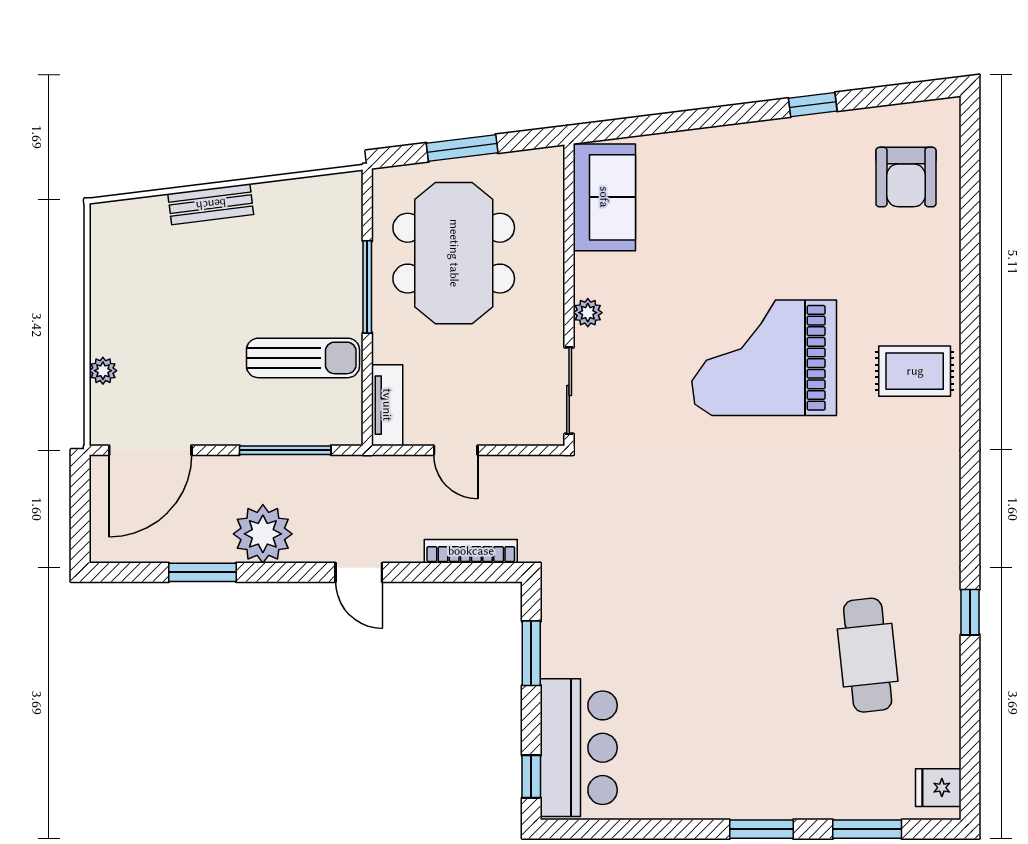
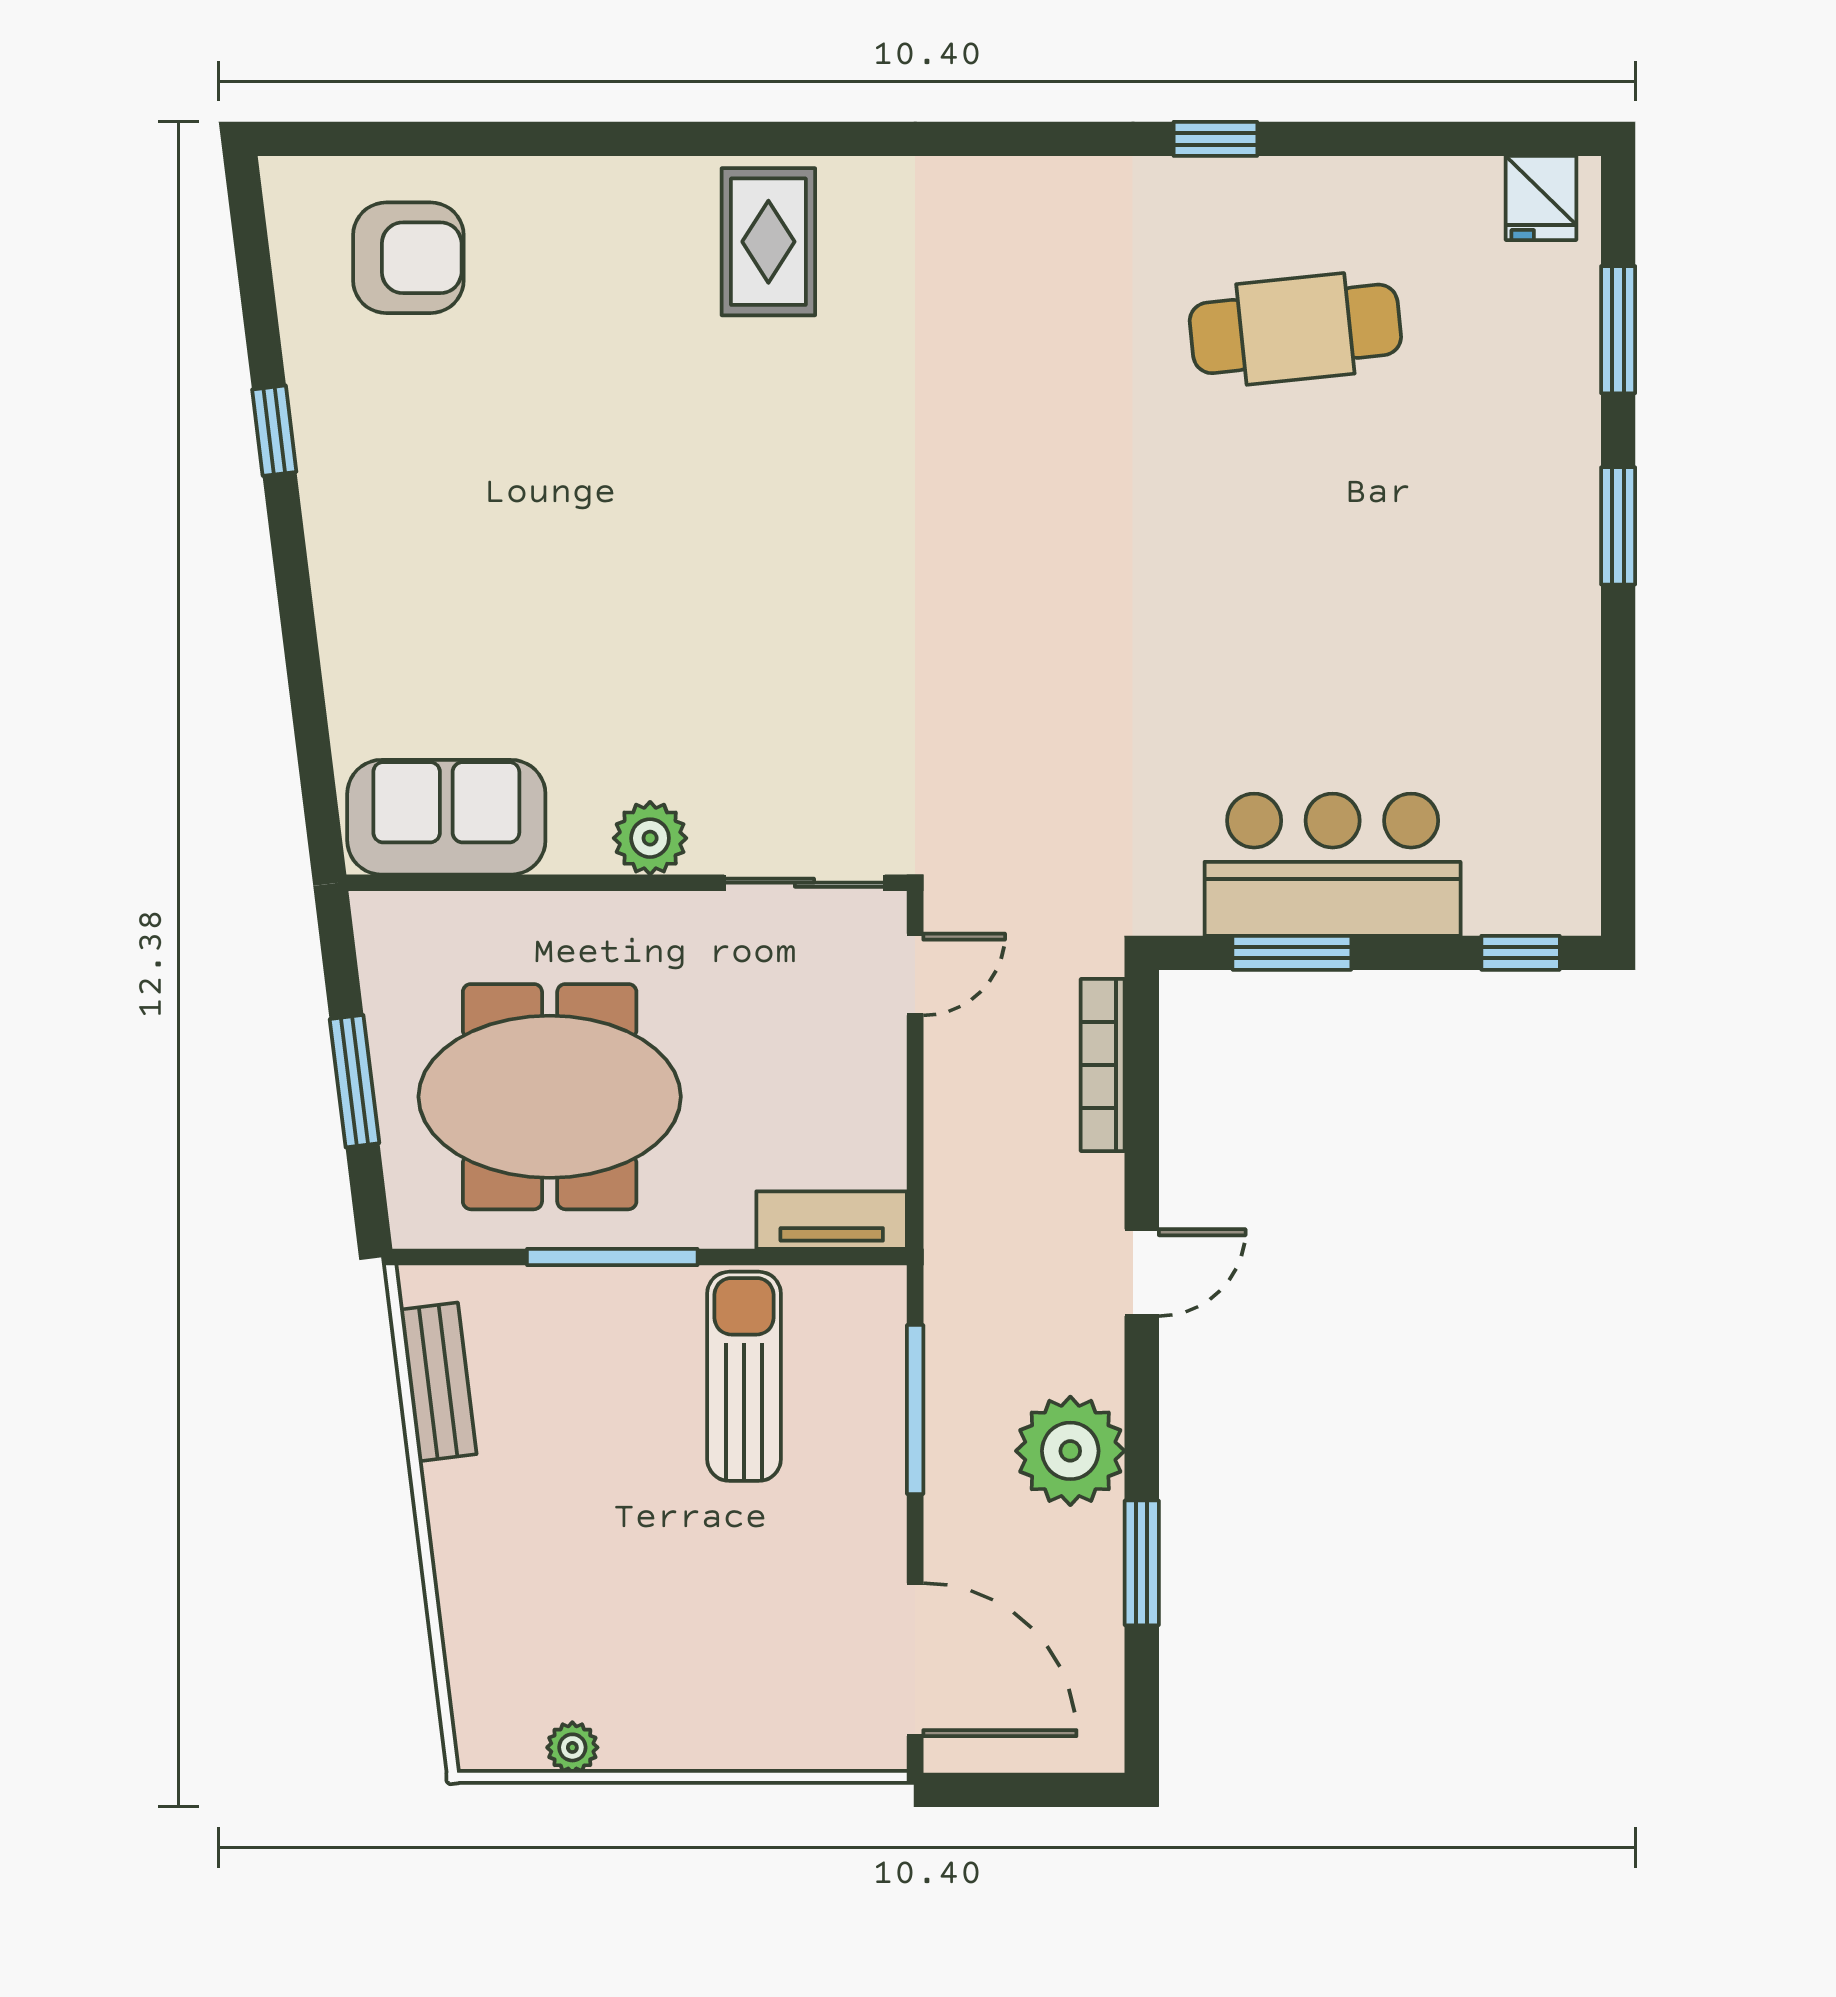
bench: (211, 204) -> (438, 1382), moved
plant: (588, 313) -> (650, 838), width x1.38, depth x1.38
grand piano: (764, 358) -> (744, 521), removed
plant: (103, 371) -> (572, 1747), moved
door: (456, 450) -> (915, 974), moved
bar counter: (579, 748) -> (1333, 865), moved

